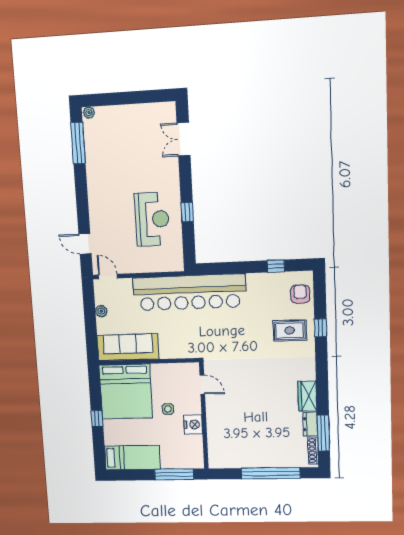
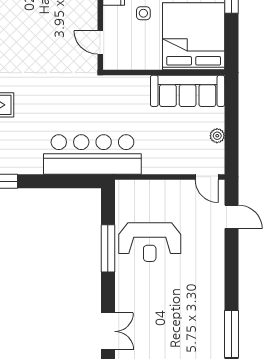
window: (187, 212) -> (108, 248), width x2.17
reception desk: (152, 219) -> (150, 242), turned -90
bar counter: (189, 292) -> (92, 154), width x0.73

